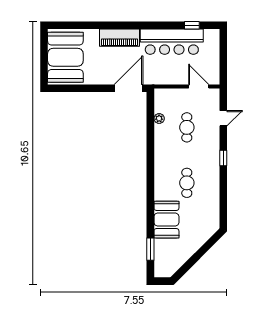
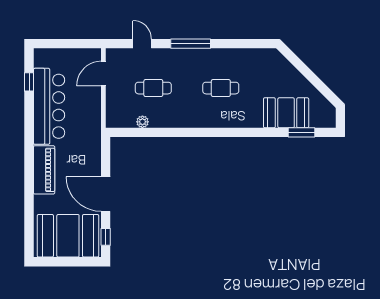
window: (64, 88) -> (106, 237), added
door: (128, 88) -> (106, 194), moved
window: (223, 158) -> (191, 44), width x2.17
booth: (166, 220) -> (286, 113), moved

